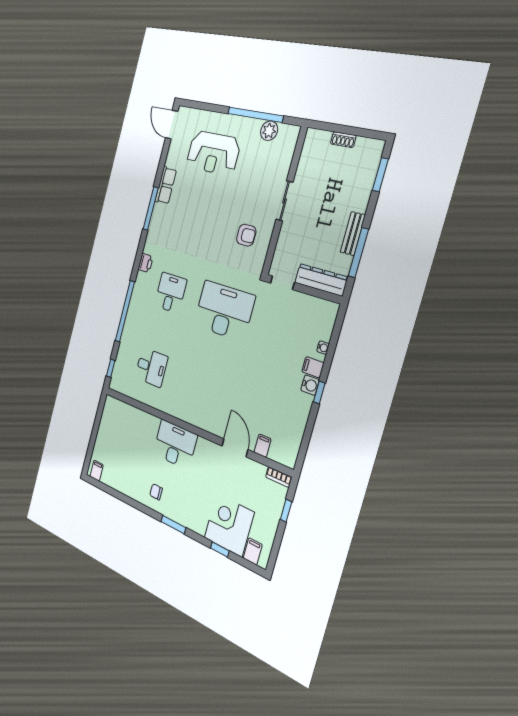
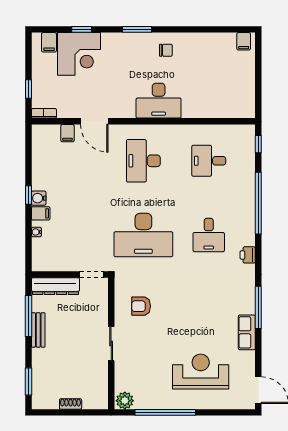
plant: (269, 131) -> (125, 401), moved
desk: (204, 388) -> (143, 161), added

